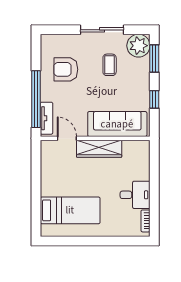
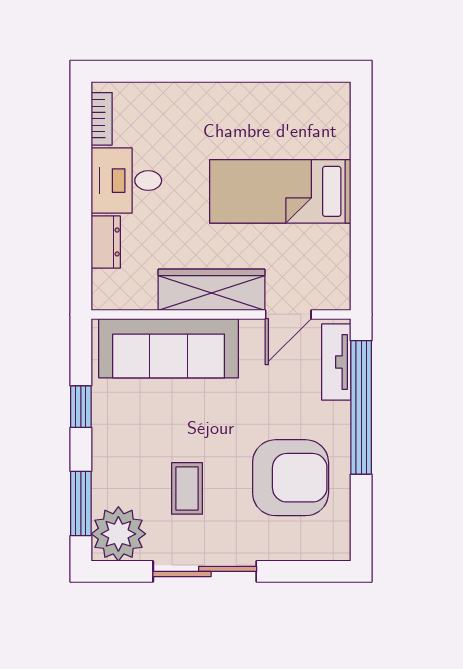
armchair: (66, 69) -> (291, 478), width x1.36, depth x1.36
door: (67, 138) -> (288, 314), hinge flipped
dresser: (144, 169) -> (106, 242), added
bed: (70, 210) -> (280, 191), moved

